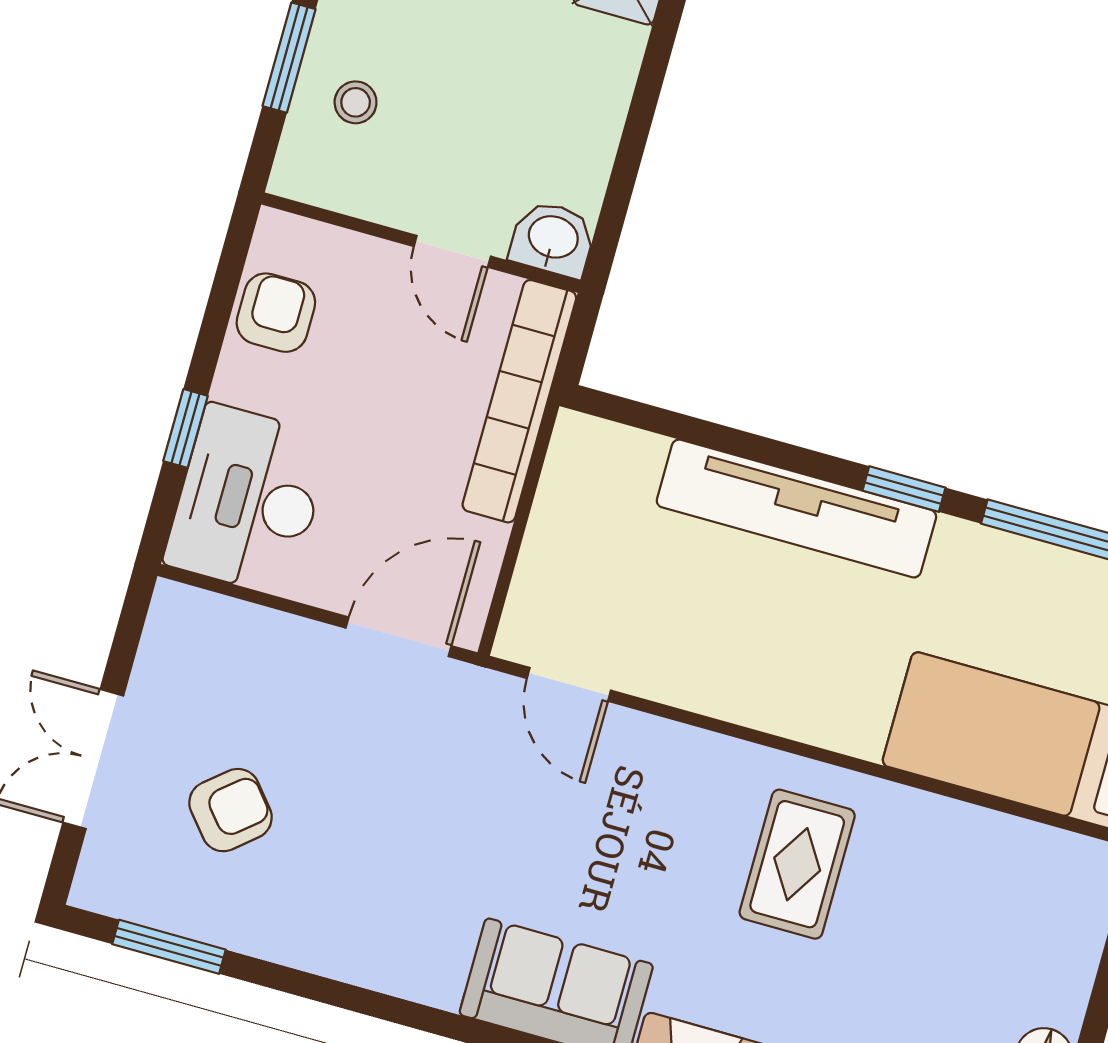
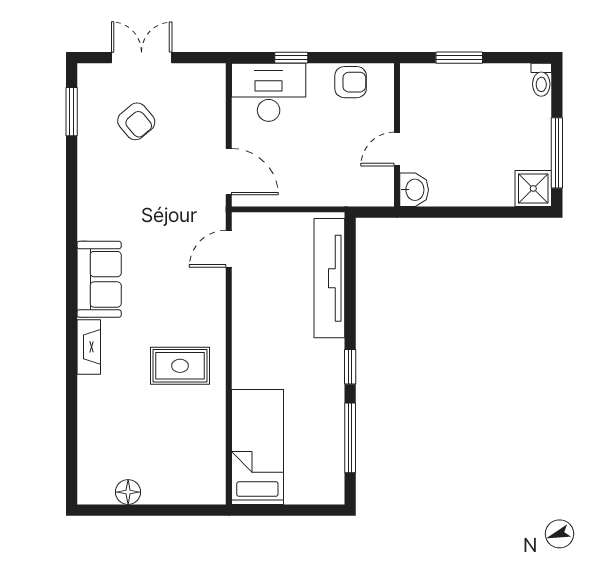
stool: (356, 102) -> (448, 91), removed
bookcase: (519, 401) -> (342, 195), removed
tv unit: (796, 509) -> (329, 278), moved

